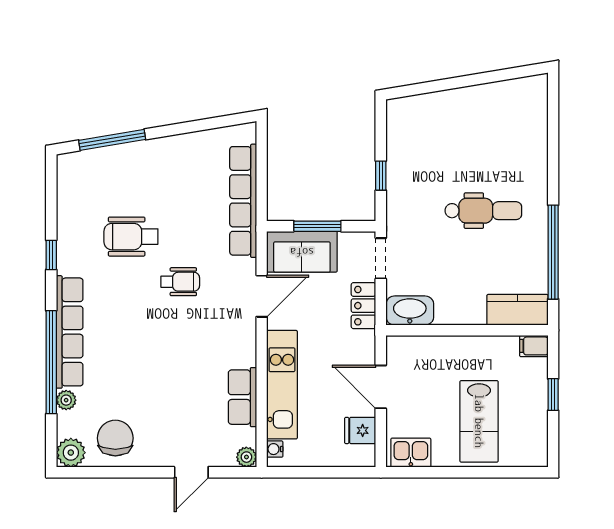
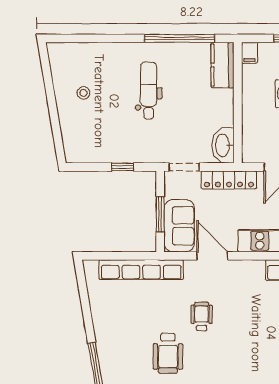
stool: (480, 123) -> (84, 93), added
locker: (363, 306) -> (229, 180), width x1.53

